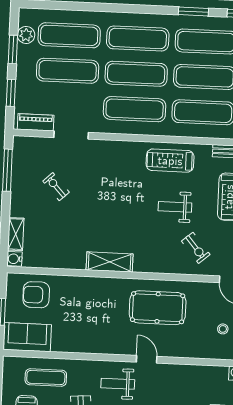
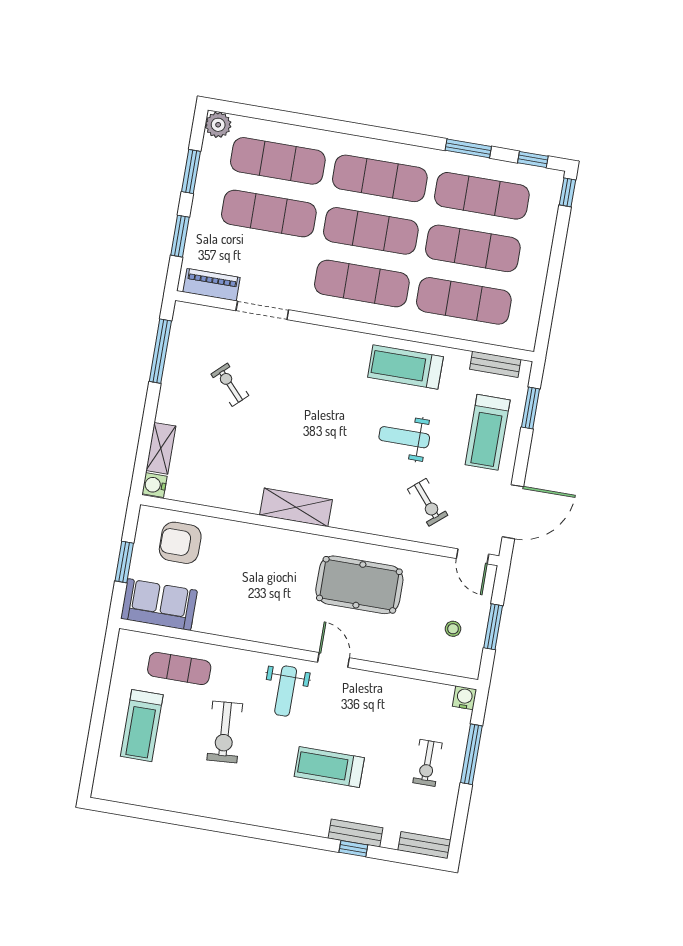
plant: (26, 35) -> (218, 125), moved
weight bench: (118, 384) -> (286, 691), turned -90

